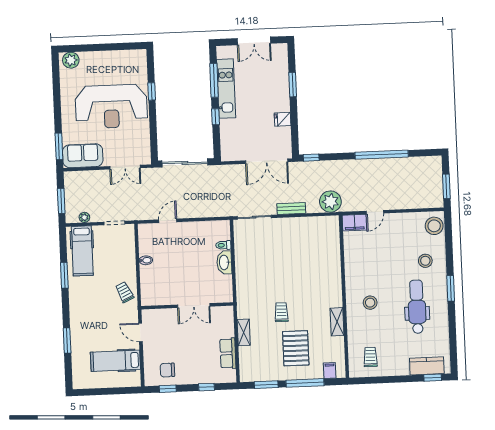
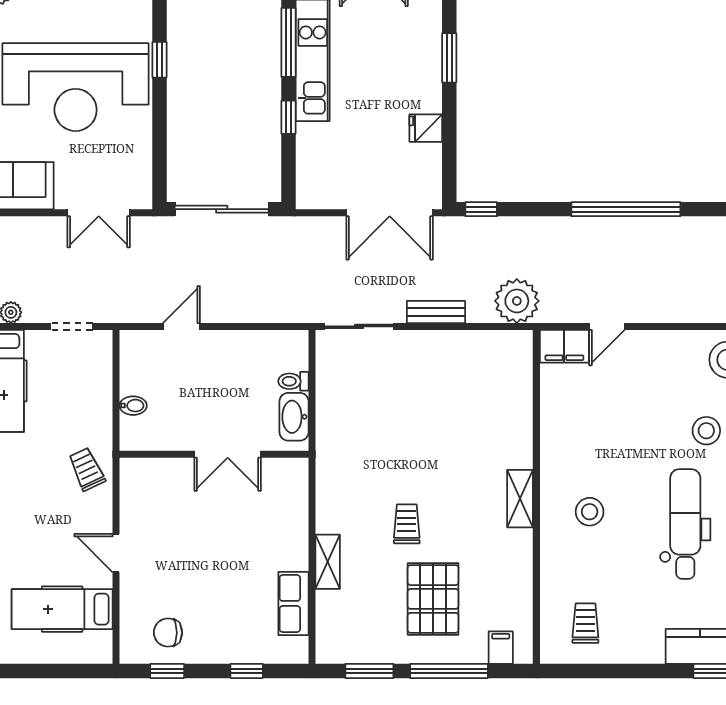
wall: (187, 306) -> (214, 454), moved
double door: (194, 306) -> (228, 454), moved
shelving: (337, 322) -> (520, 499), moved

